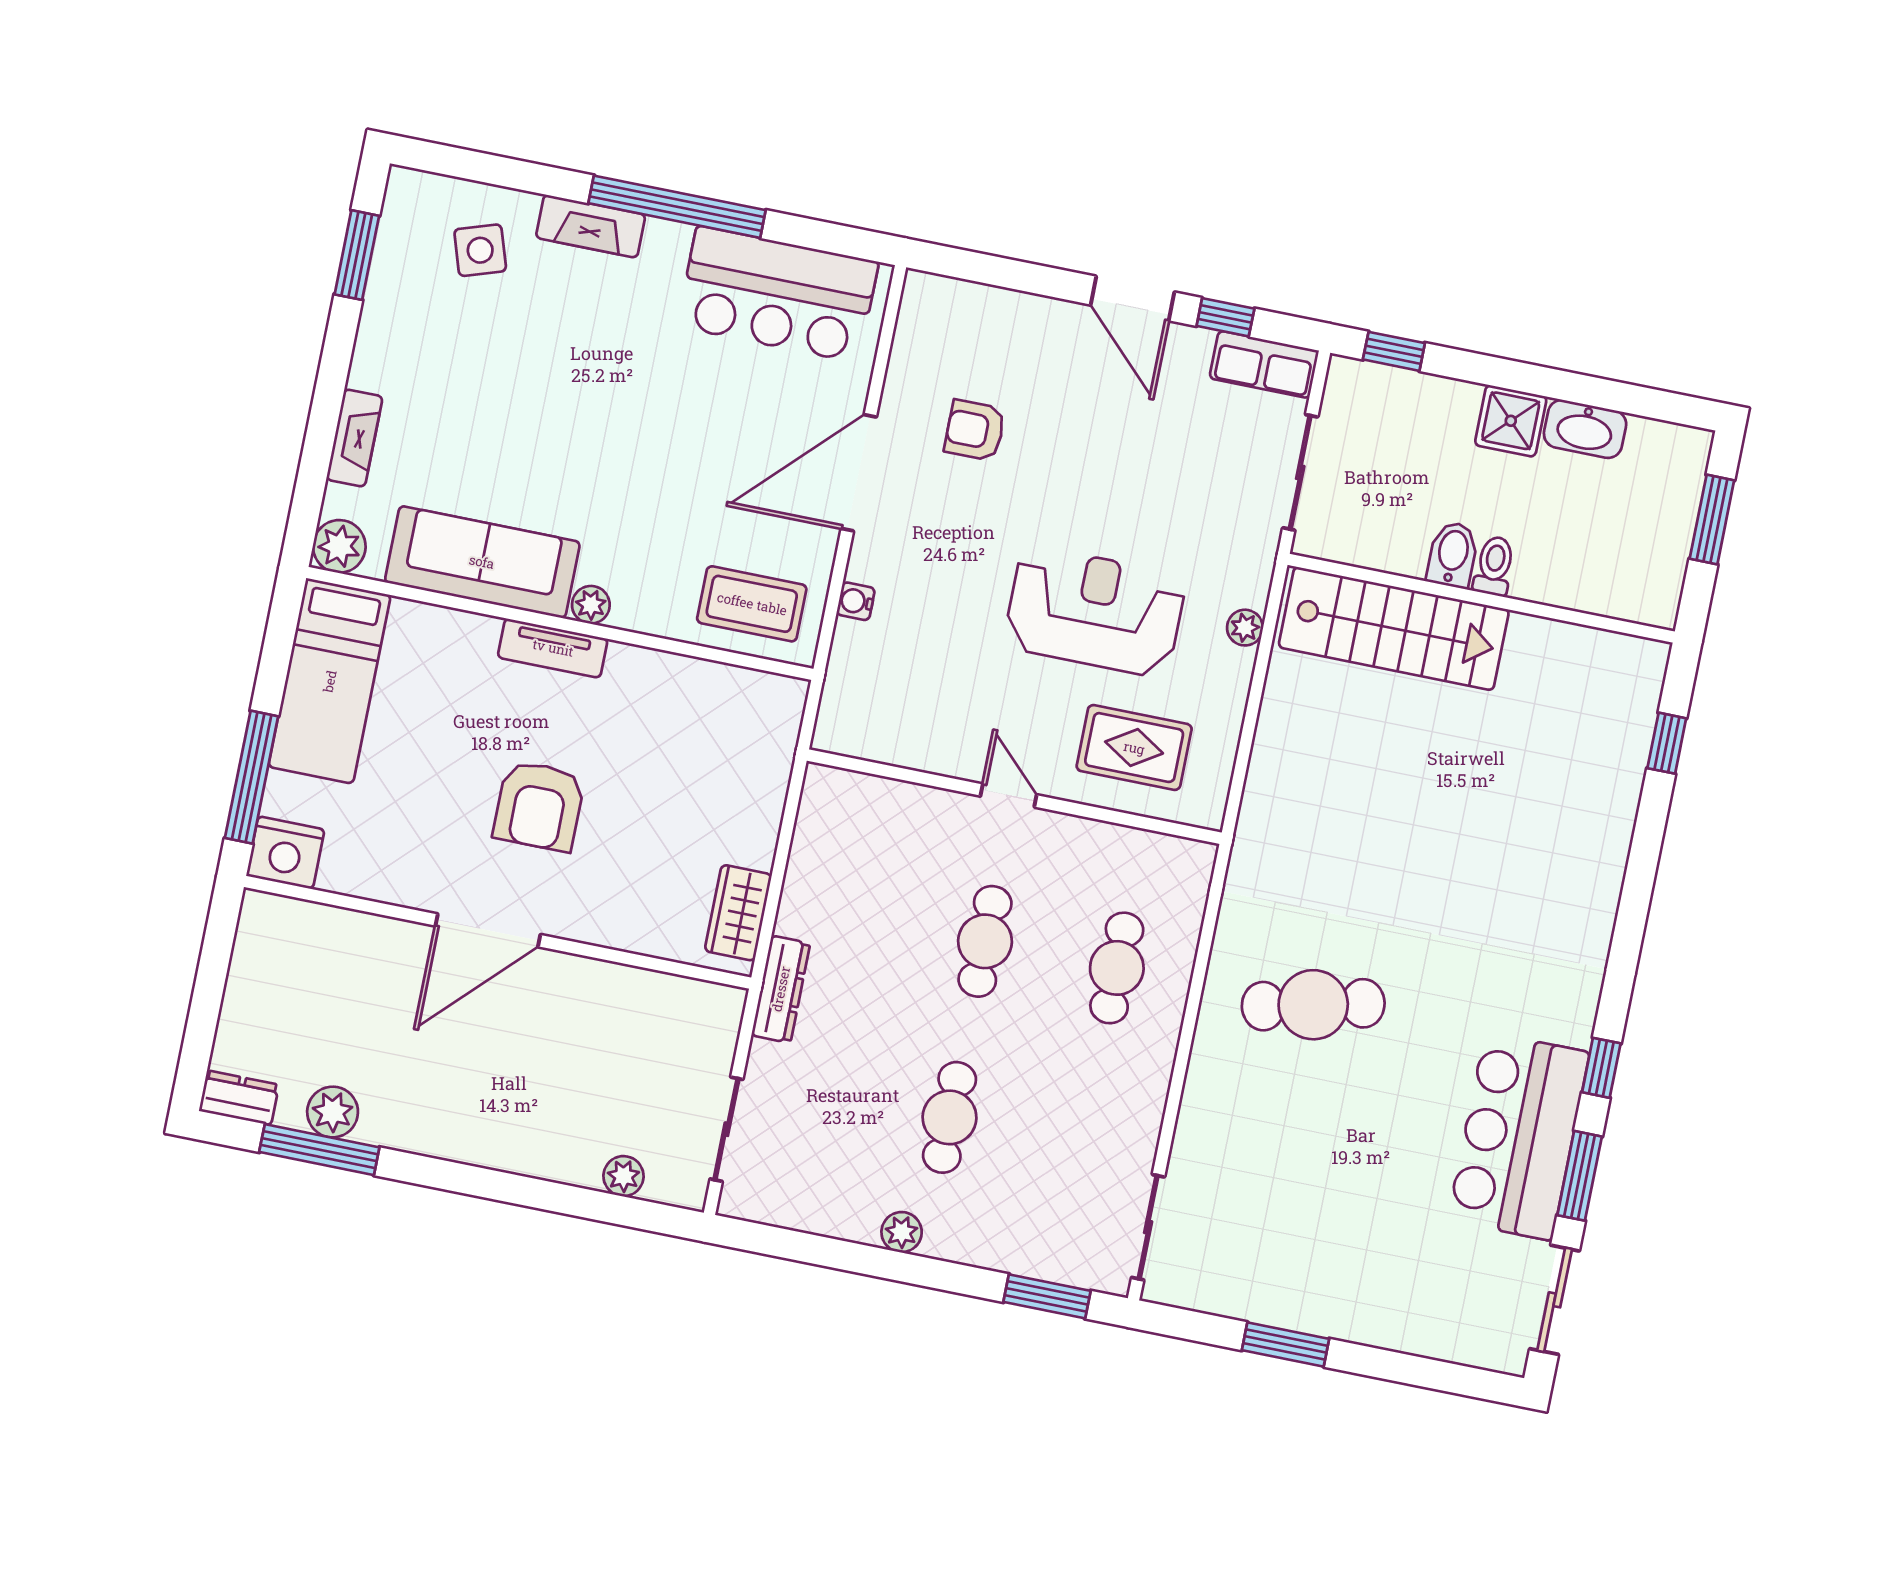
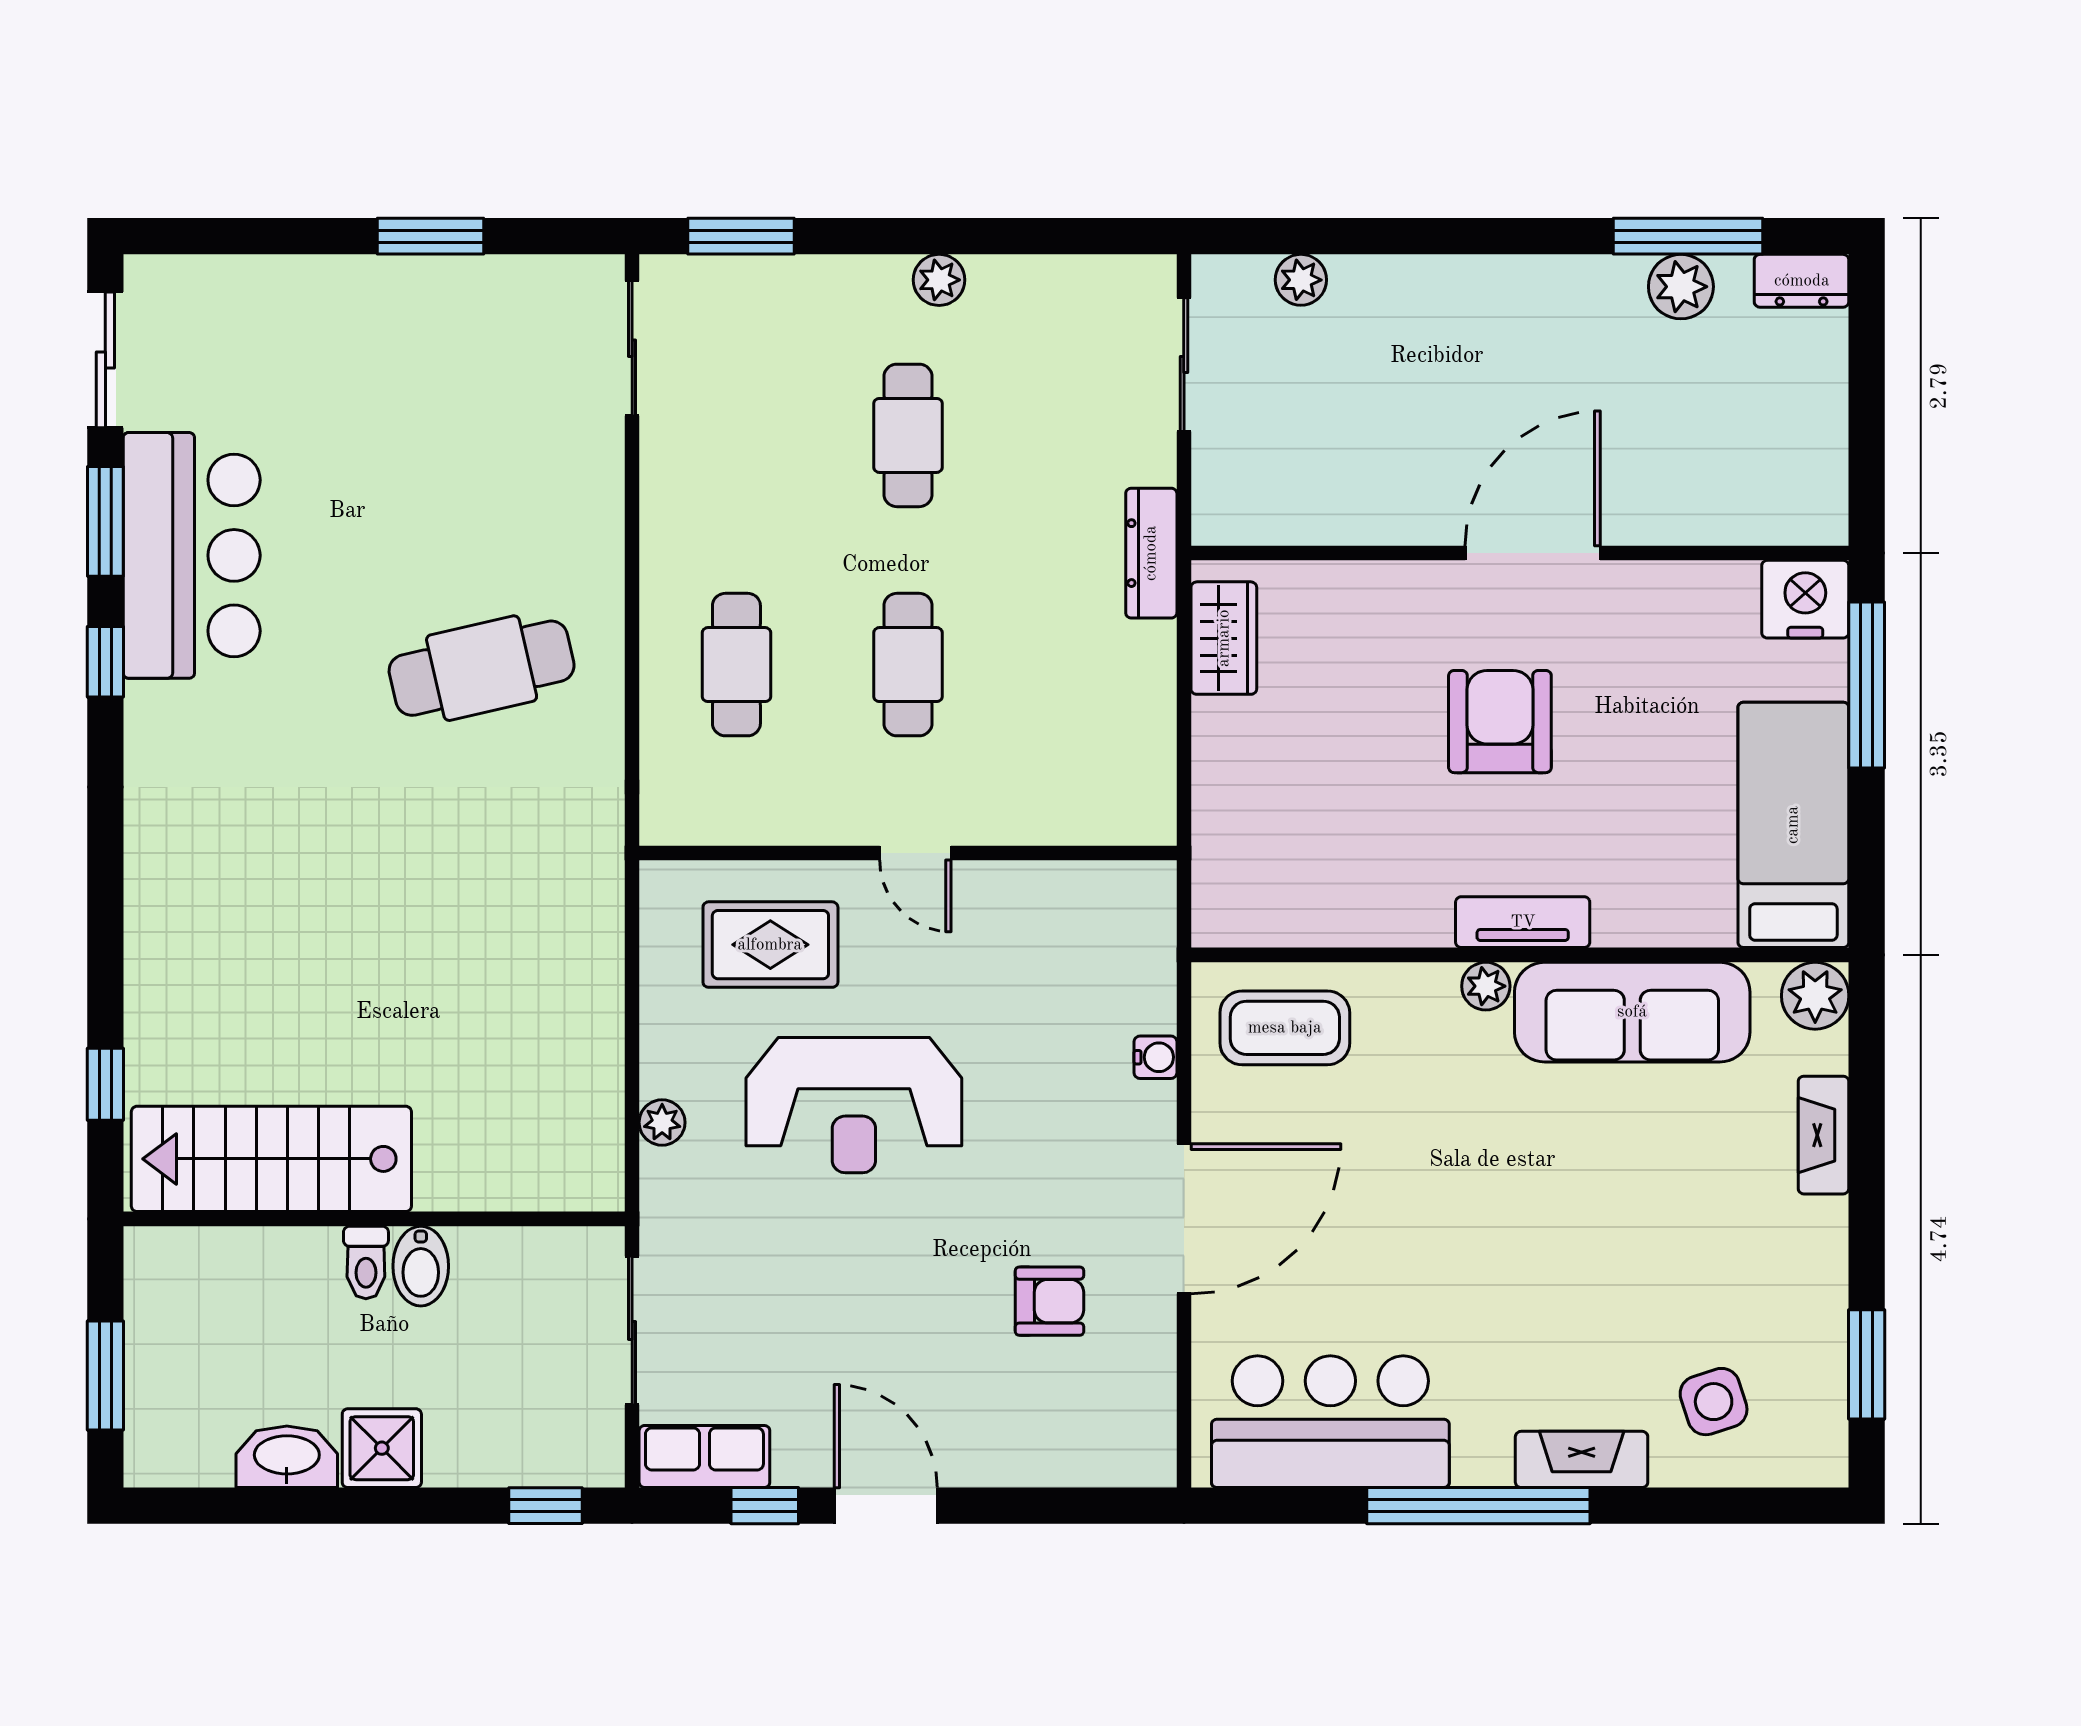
stairs: (1394, 628) -> (271, 1159), moved

